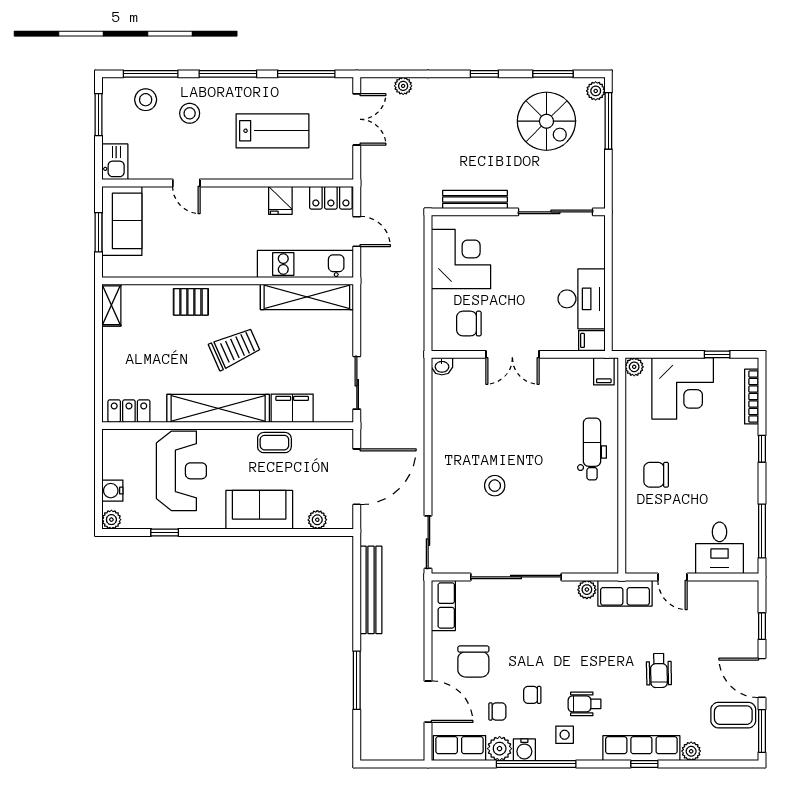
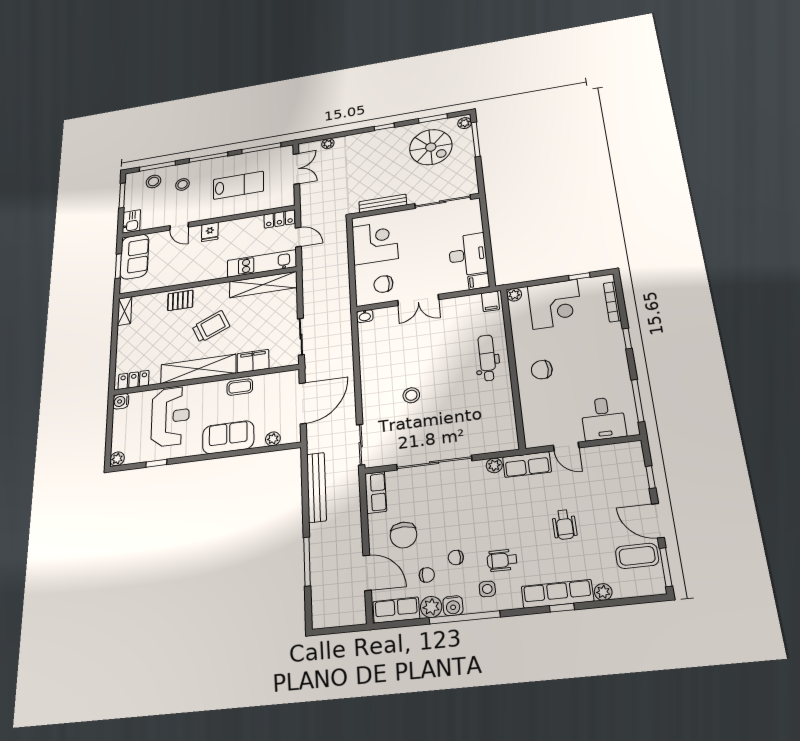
fridge: (280, 200) -> (210, 232), moved
water cooler: (112, 491) -> (121, 401), moved

